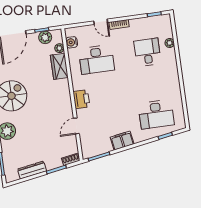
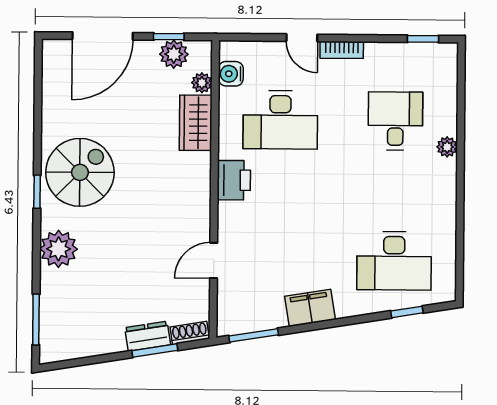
plant: (170, 43) -> (447, 147), moved
printer: (81, 99) -> (234, 180), moved
dresser: (32, 170) -> (148, 336), moved, width x0.70

